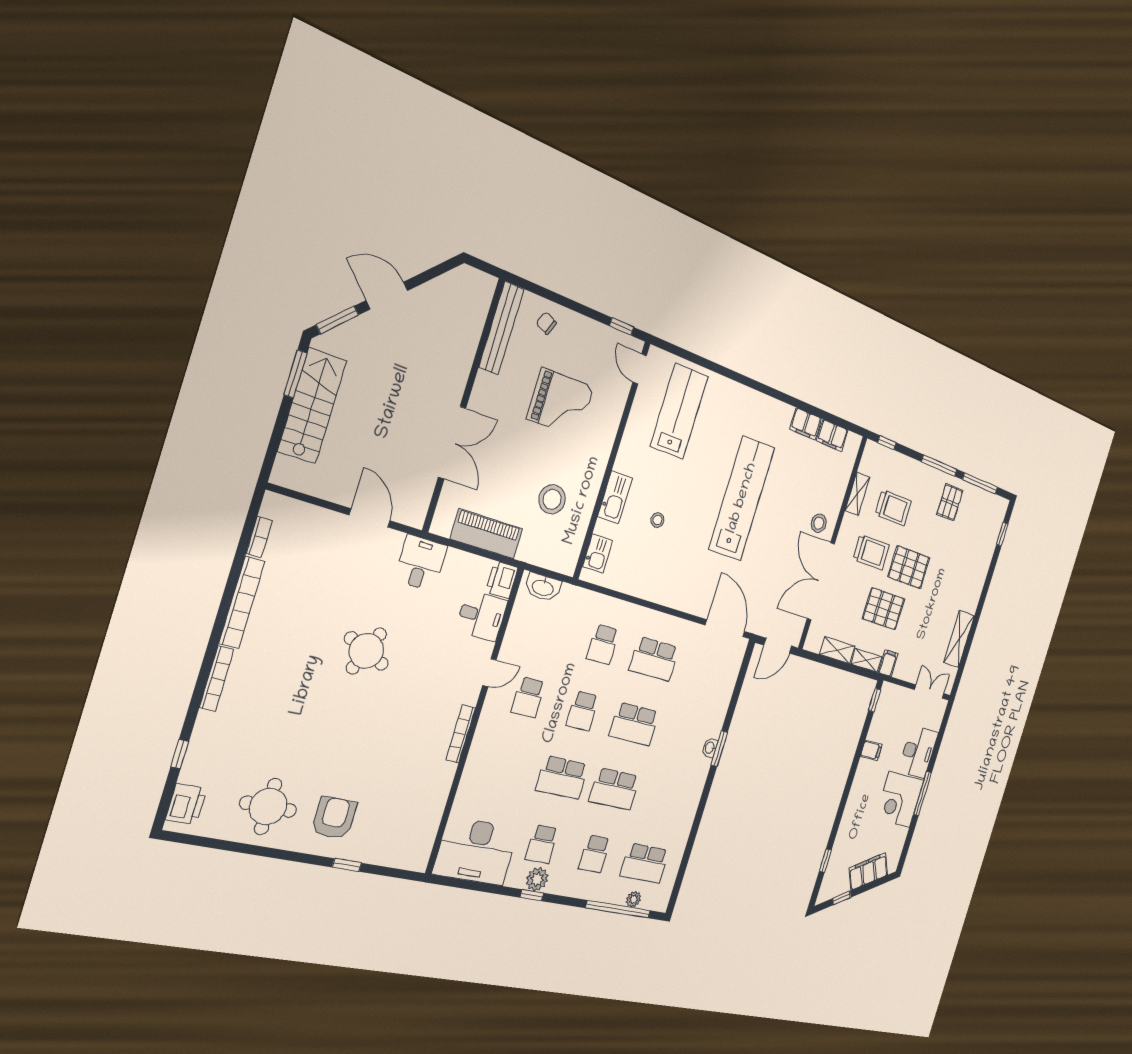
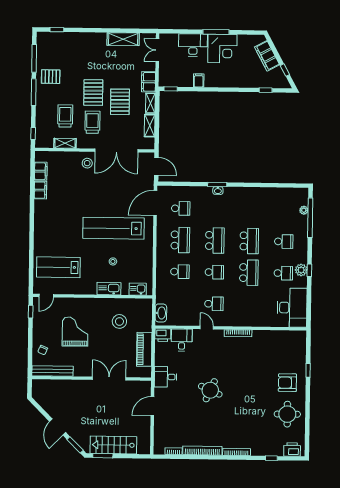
lab bench: (742, 498) -> (113, 228), moved
filing cabinet: (888, 663) -> (148, 82), width x2.00
school desk: (645, 863) -> (181, 208), moved, width x0.54

